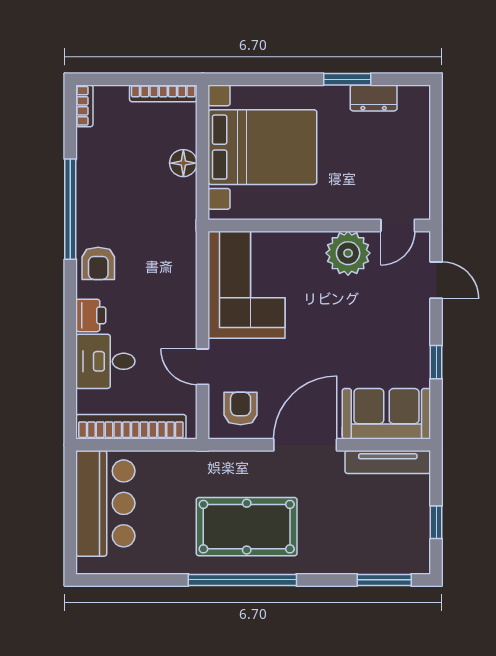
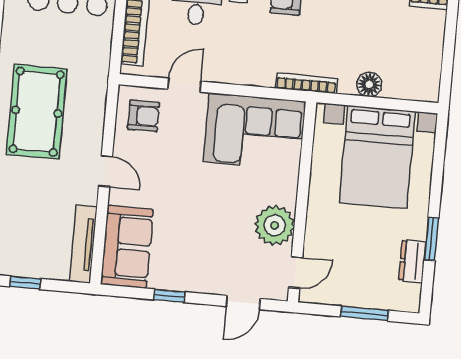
bookcase: (163, 93) -> (306, 83), moved, turned 90
window: (436, 146) -> (364, 314), added
door: (398, 225) -> (296, 272), swing flipped
door: (305, 445) -> (106, 171), width x0.53

